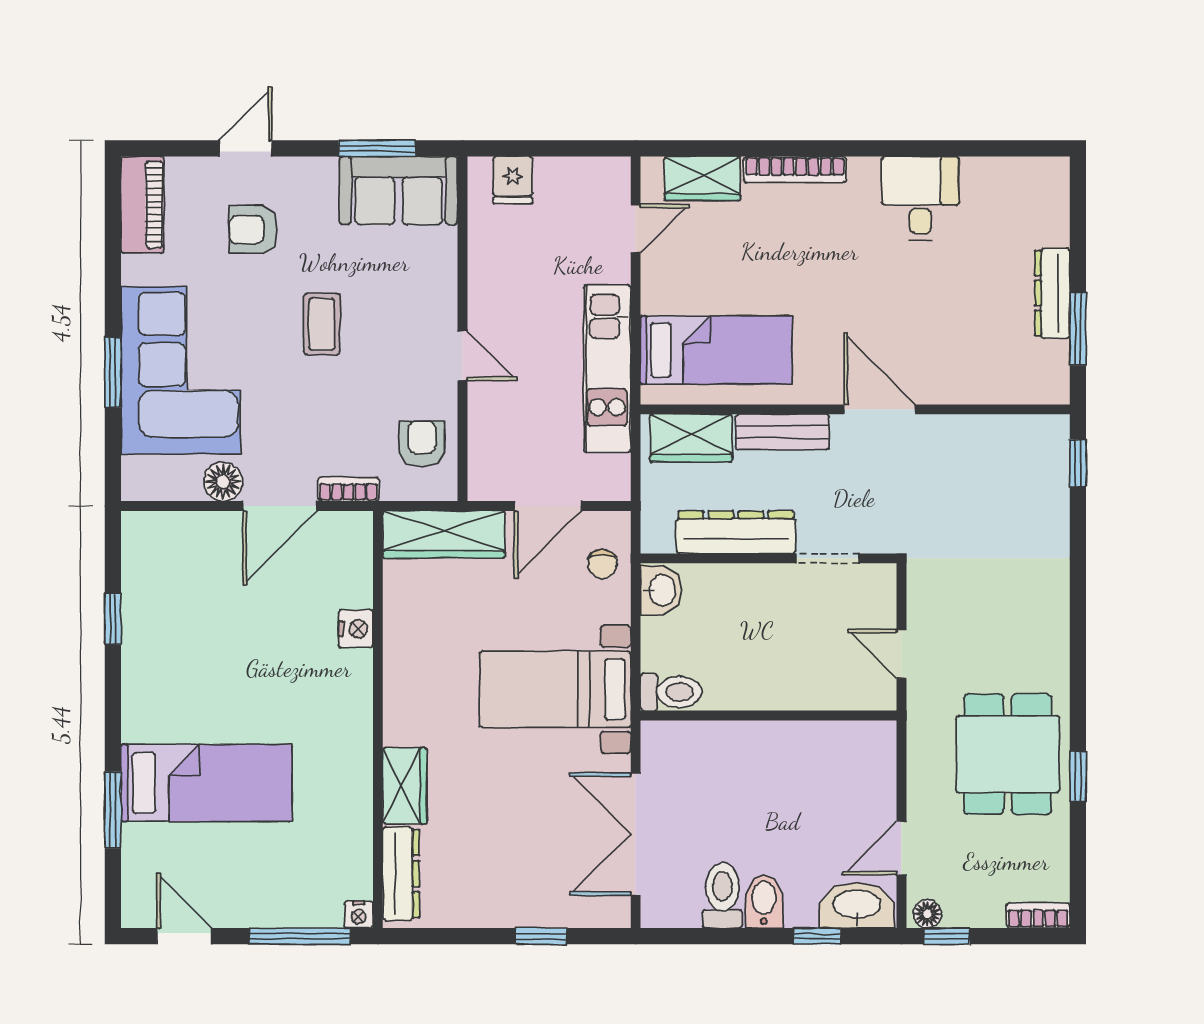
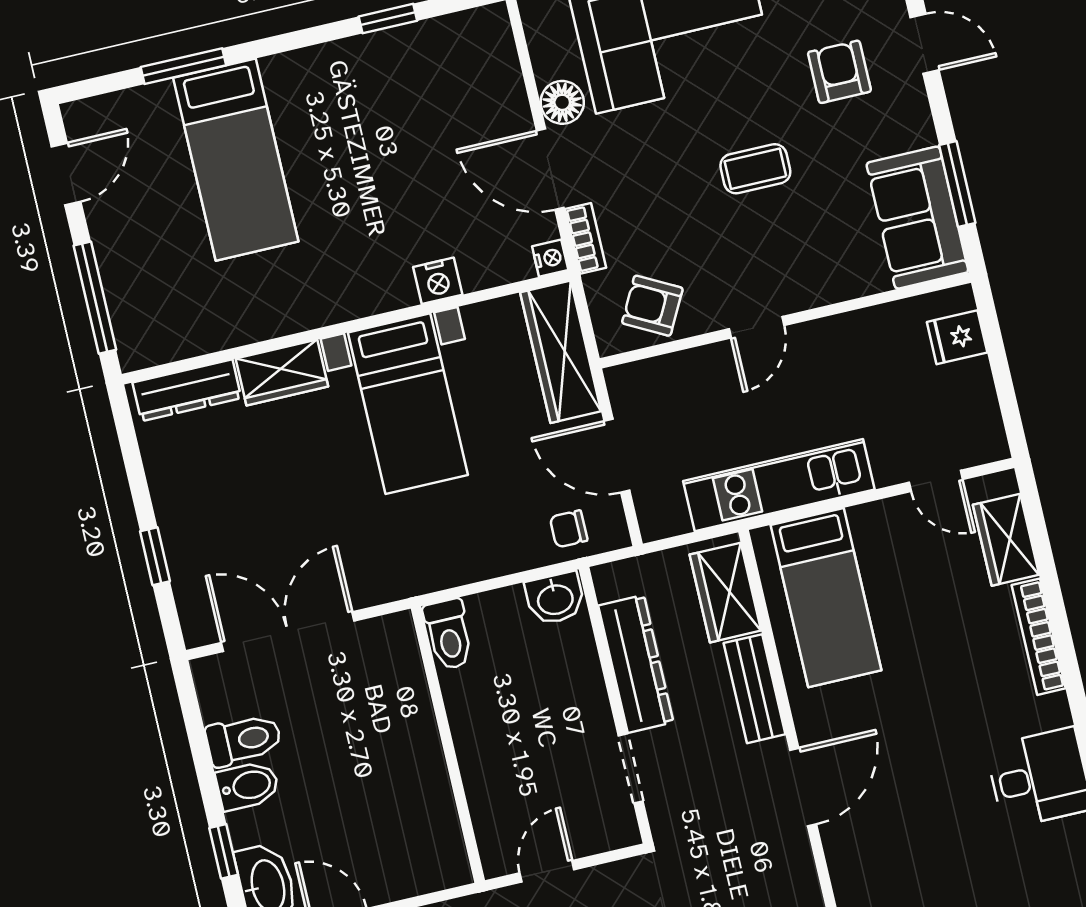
armchair: (422, 444) -> (652, 306), turned -152
bed with nightstands: (555, 689) -> (408, 404), moved, turned 180
nightstand: (359, 915) -> (550, 258), moved, turned 180

